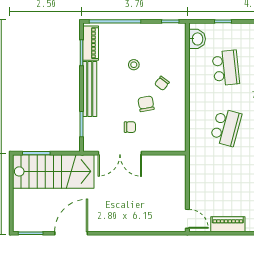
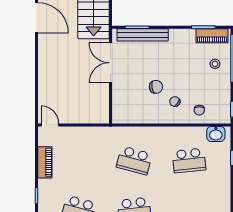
stool: (134, 65) -> (215, 64), moved
bench: (90, 89) -> (143, 35), moved
chair: (130, 127) -> (199, 110), moved
door: (187, 219) -> (50, 125), swing flipped

